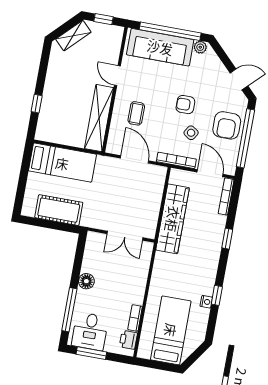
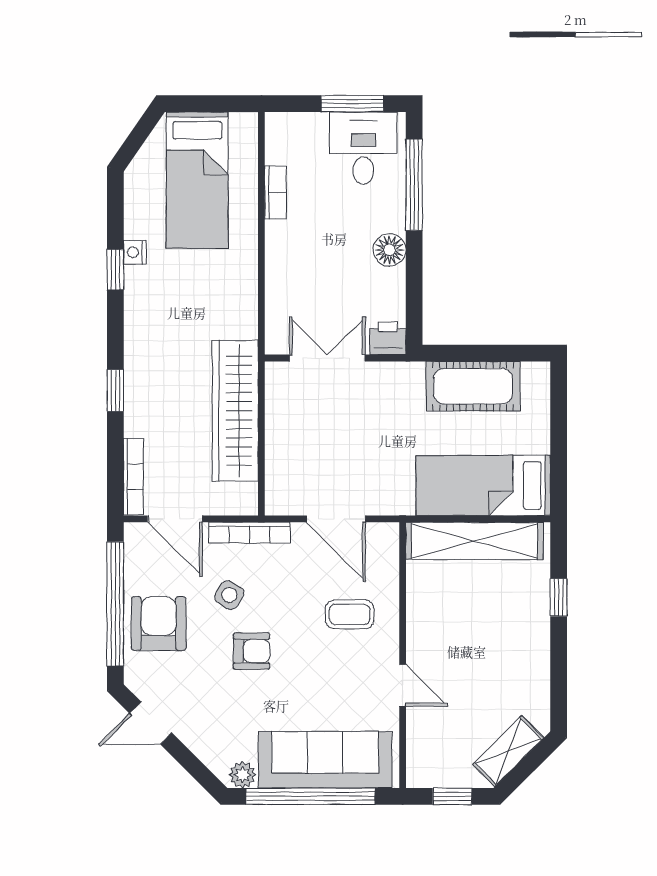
coffee table: (136, 113) -> (350, 614), turned 90
shelving: (99, 118) -> (474, 541), moved, turned 90
printer: (128, 340) -> (388, 338), moved, turned -90

